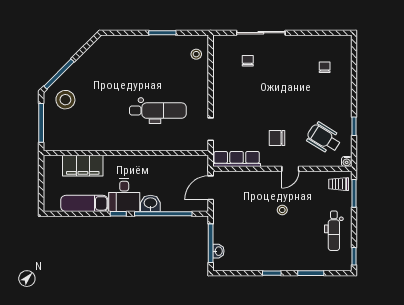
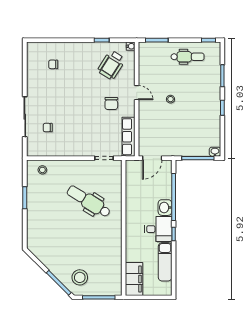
dental chair: (158, 111) -> (89, 201), turned -58
filing cabinet: (83, 166) -> (134, 279), moved
trolley: (339, 184) -> (149, 53), removed
door: (211, 188) -> (152, 158), hinge flipped
washbasin: (218, 251) -> (215, 152), moved

